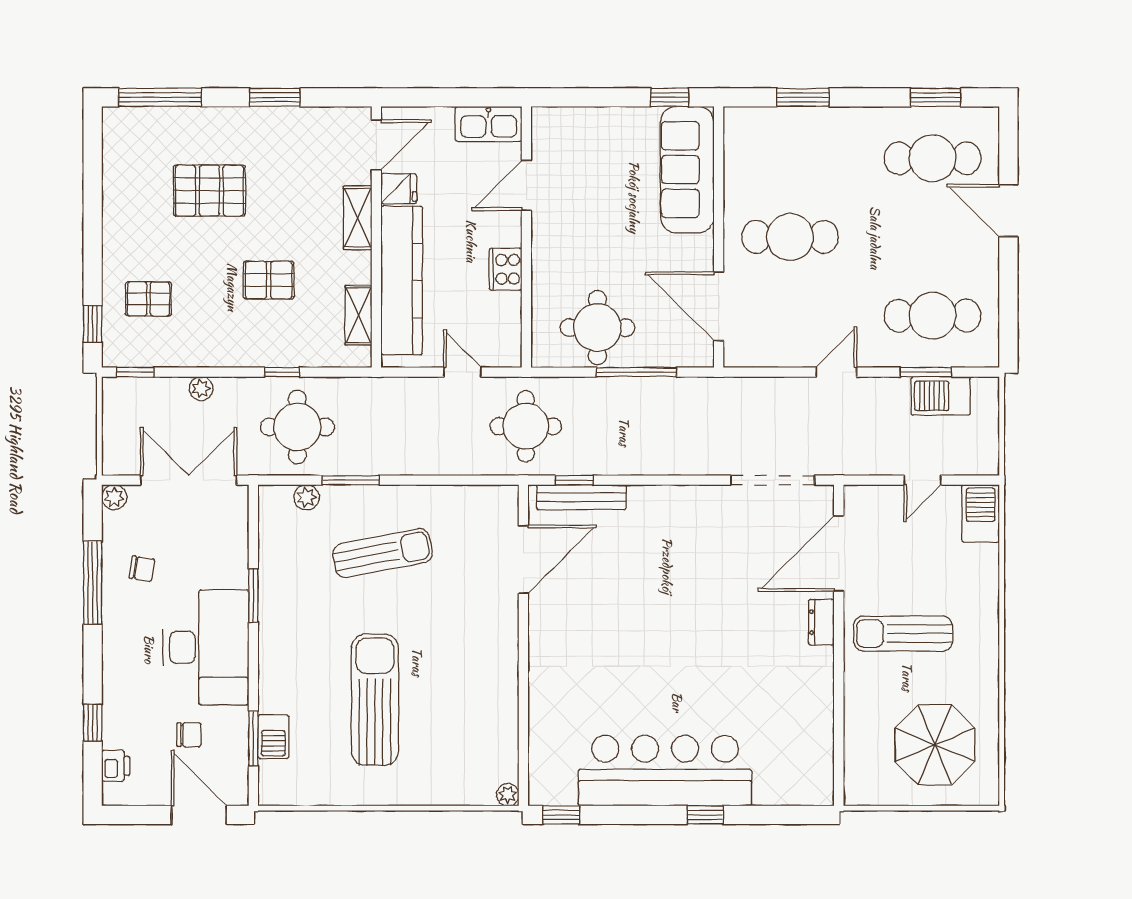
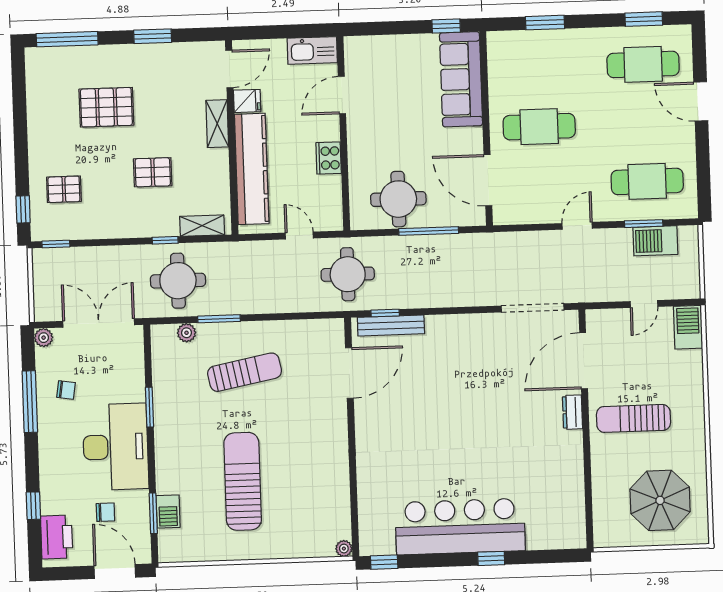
shelving: (358, 315) -> (202, 226), moved, turned 90
plant: (201, 388) -> (105, 255), removed
printer: (116, 766) -> (57, 537), width x1.87, depth x1.48

